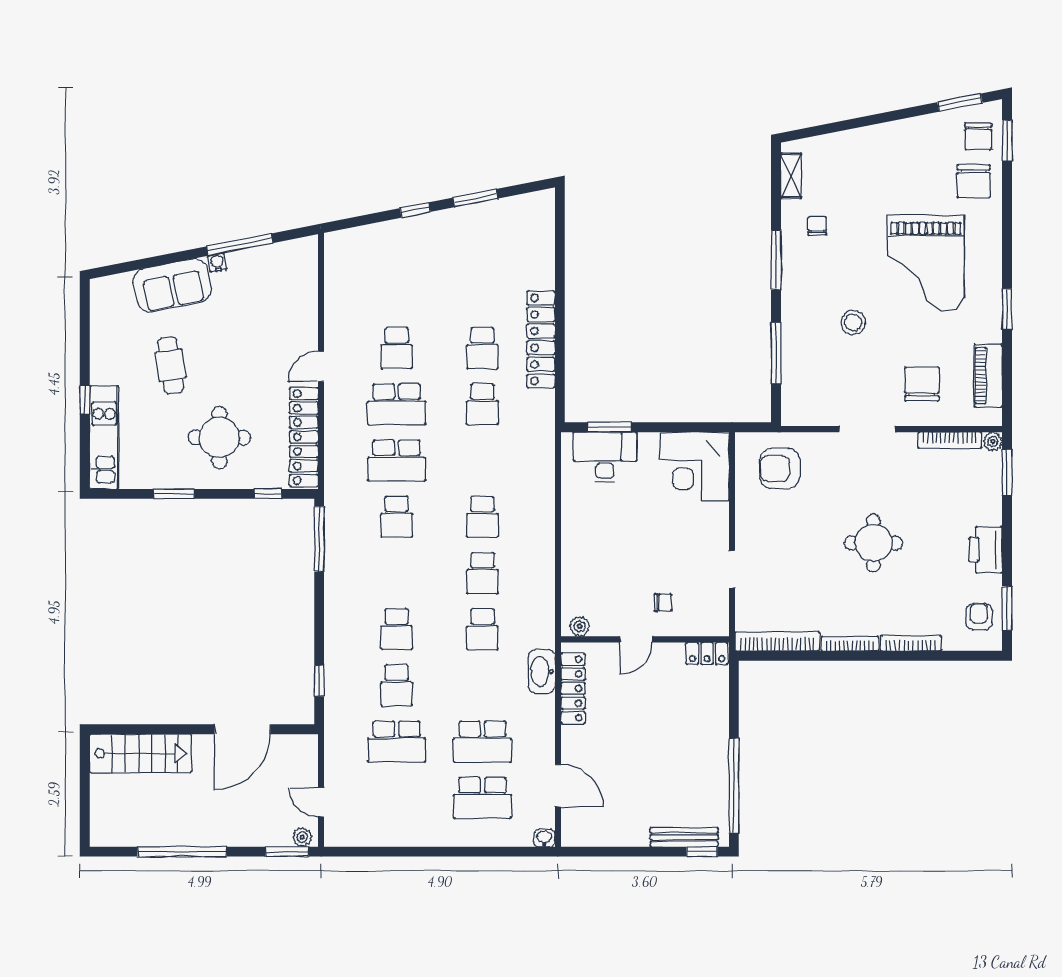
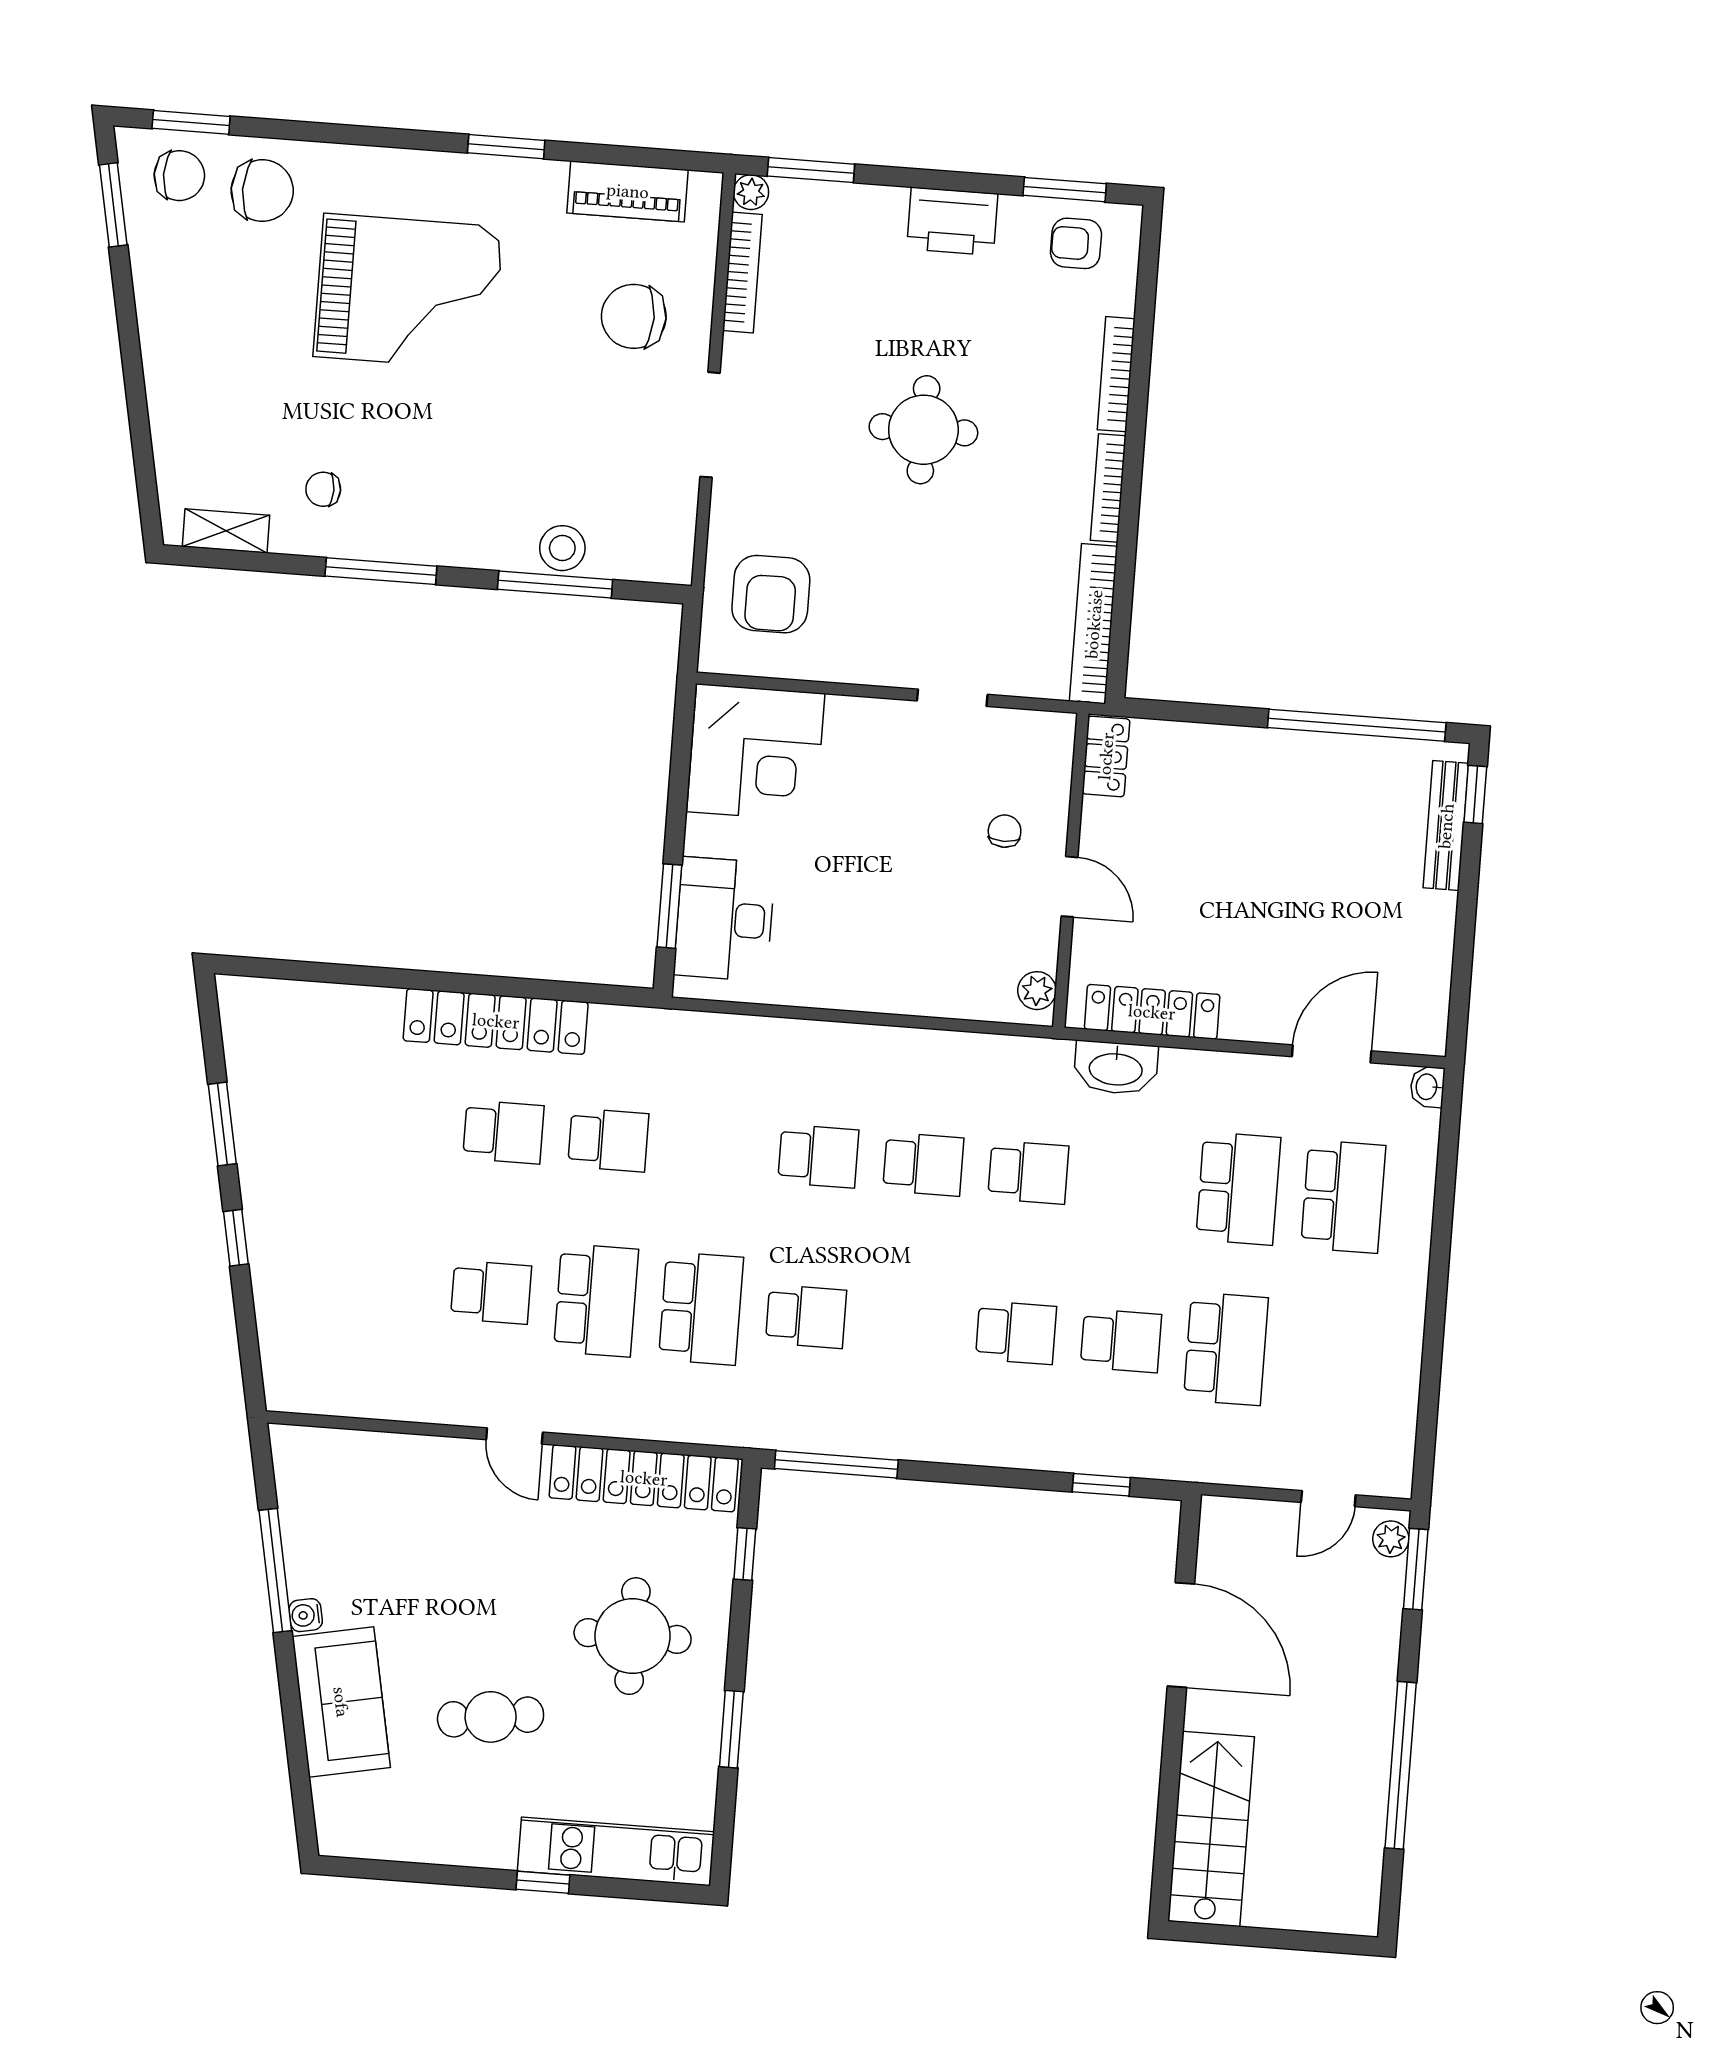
stool: (853, 322) -> (562, 548), moved

